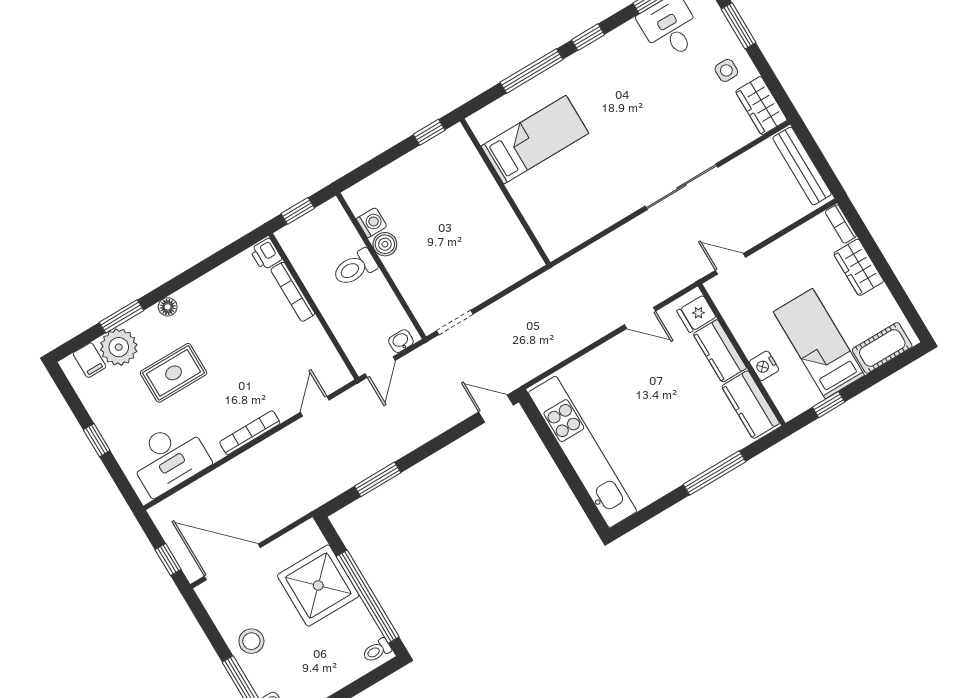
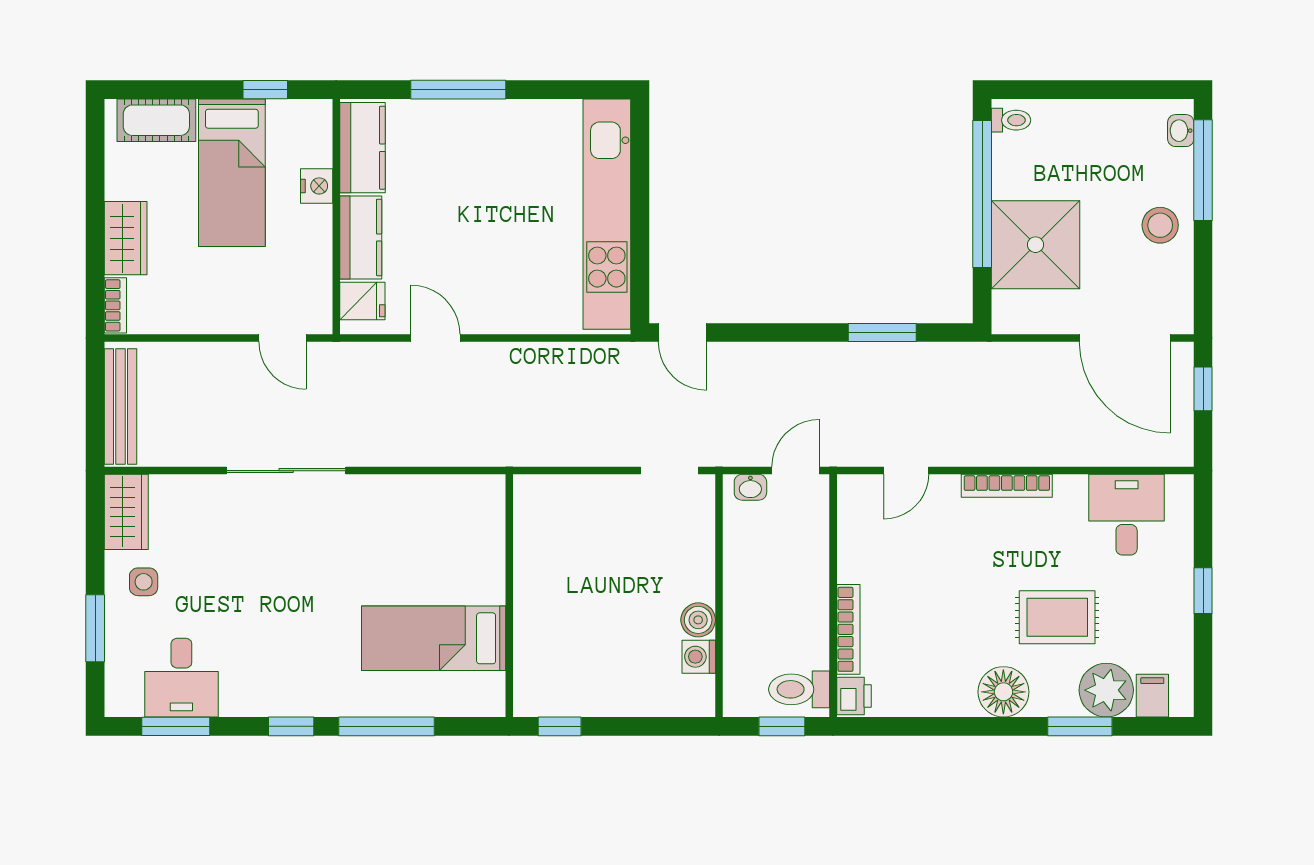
toilet: (355, 268) -> (799, 689), moved, turned 180
floor lamp: (168, 307) -> (1003, 692), width x1.89, depth x1.89
desk: (169, 458) -> (1127, 515), width x0.73

